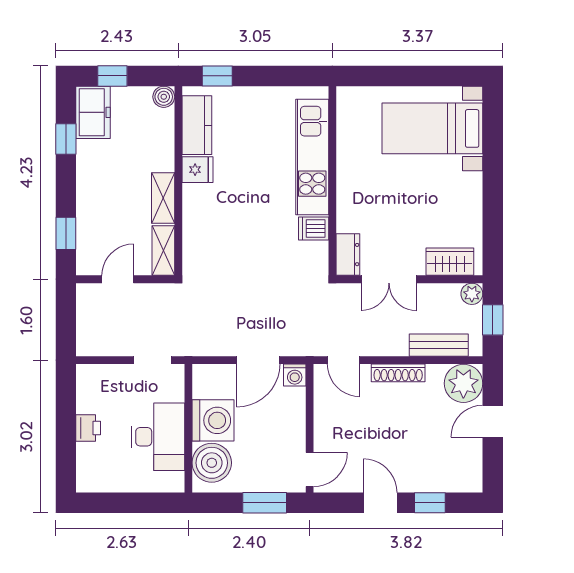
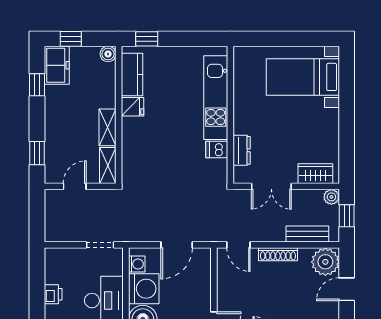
dresser: (348, 255) -> (242, 150), moved
washing machine: (295, 375) -> (137, 264), moved, turned -90

